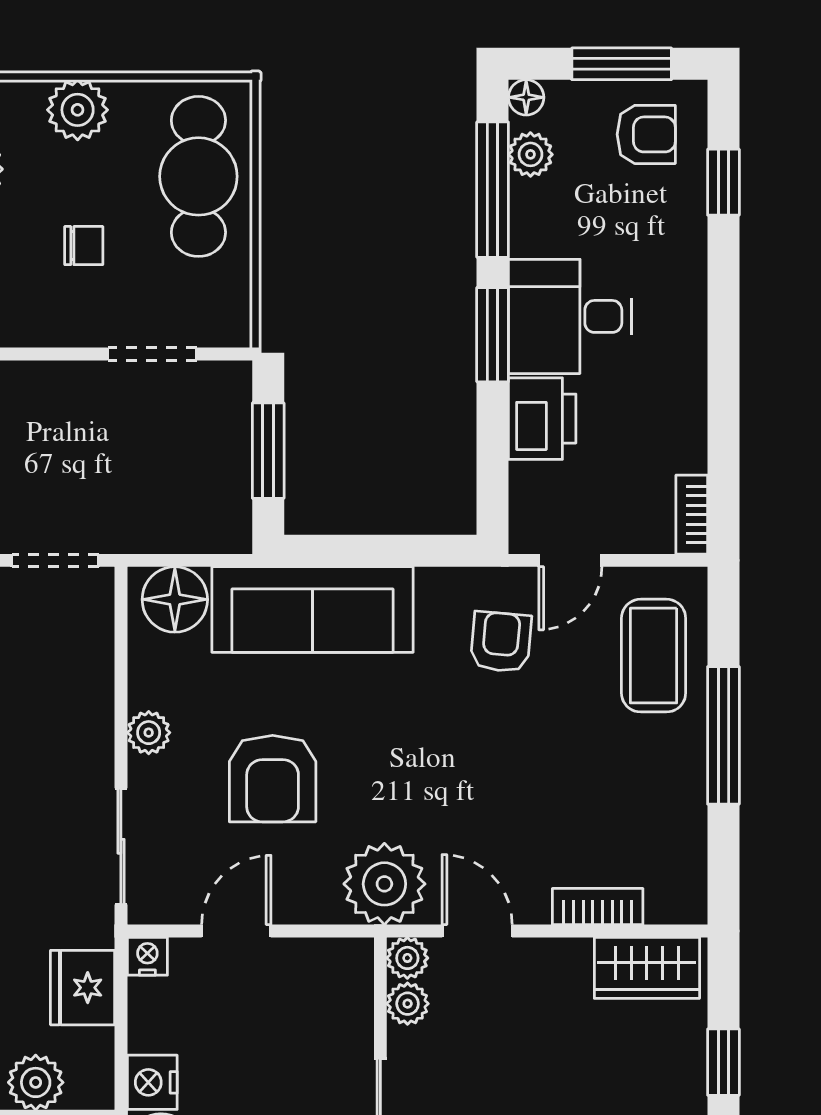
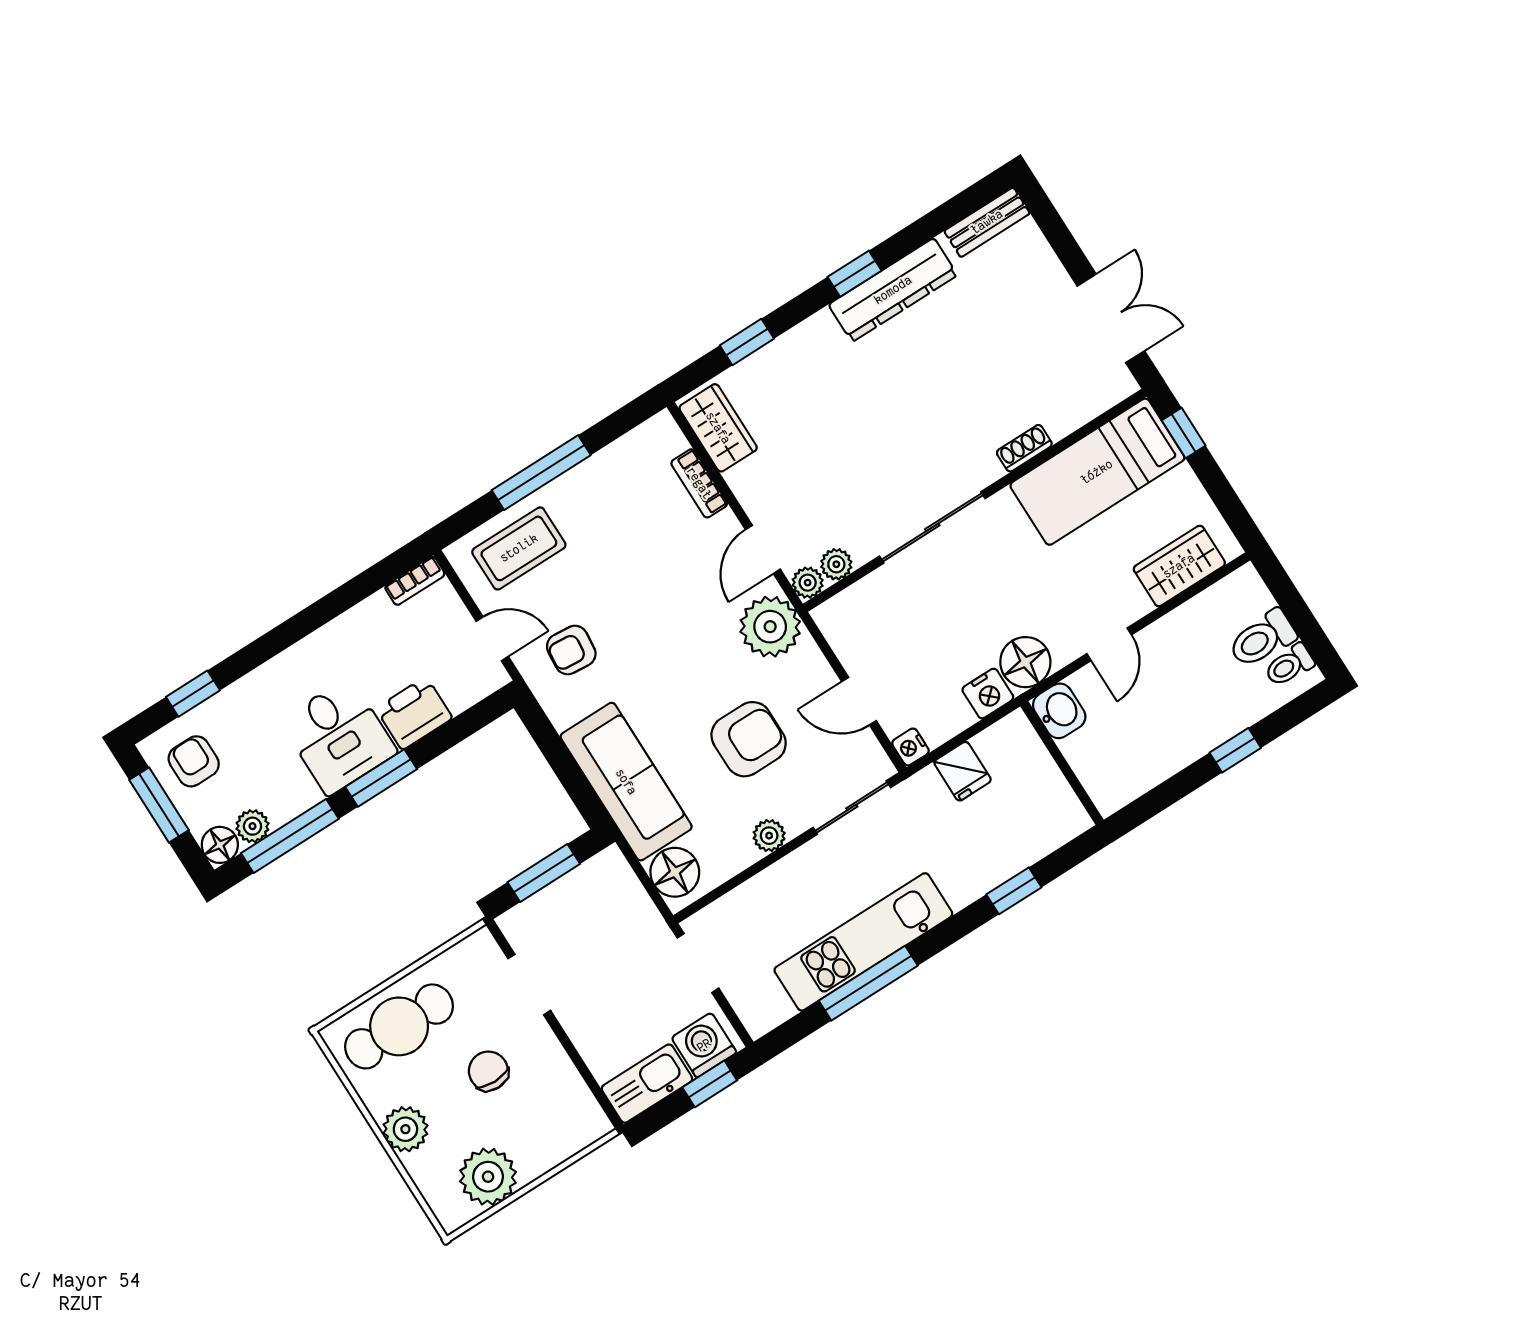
floor lamp: (526, 97) -> (220, 845), width x1.37, depth x1.37
chair: (84, 246) -> (488, 1071), width x1.37, depth x1.37
fridge: (83, 988) -> (963, 771), width x0.72
plant: (36, 1082) -> (1035, 767), removed

